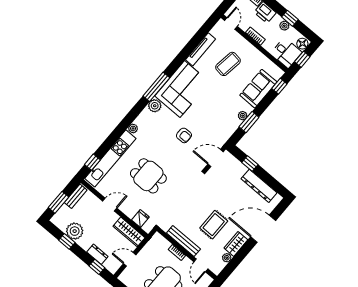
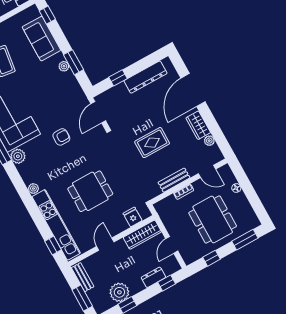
rug: (214, 225) -> (152, 143), moved, turned 90
bench: (183, 241) -> (174, 180), width x0.73

